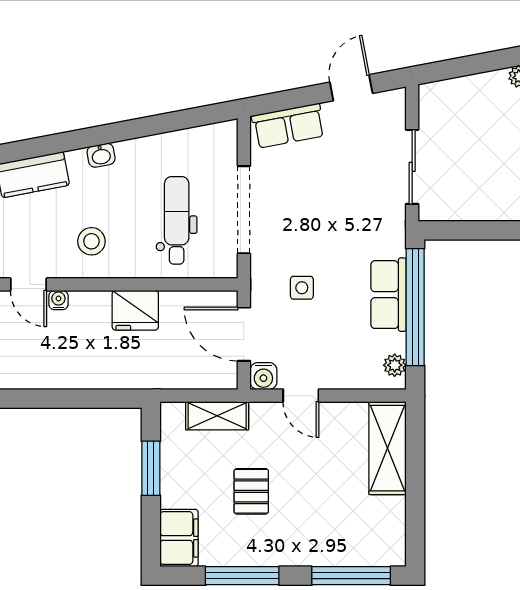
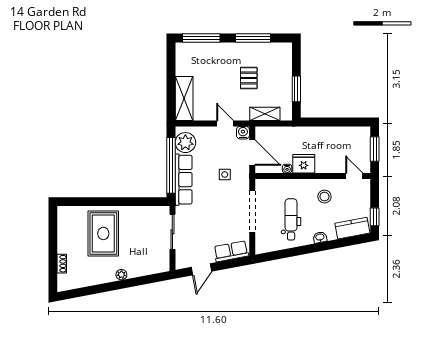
dental chair: (177, 220) -> (291, 219), moved, turned 180
row of seats: (389, 295) -> (184, 180), width x1.48
water cooler: (58, 300) -> (287, 169), moved
plant: (395, 365) -> (185, 143), width x1.88, depth x1.88
filing cabinet: (179, 538) -> (283, 56), removed

